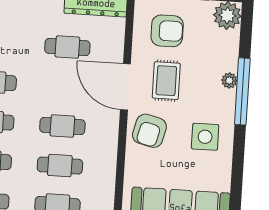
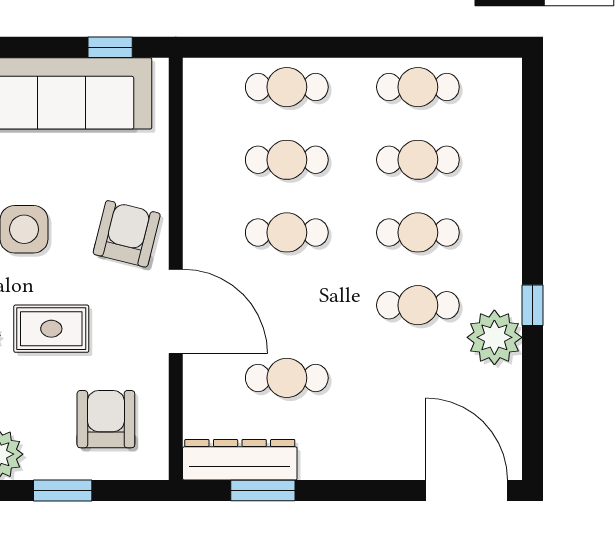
armchair: (167, 31) -> (106, 419), turned 90
rug: (166, 81) -> (51, 329), moved, turned 90

